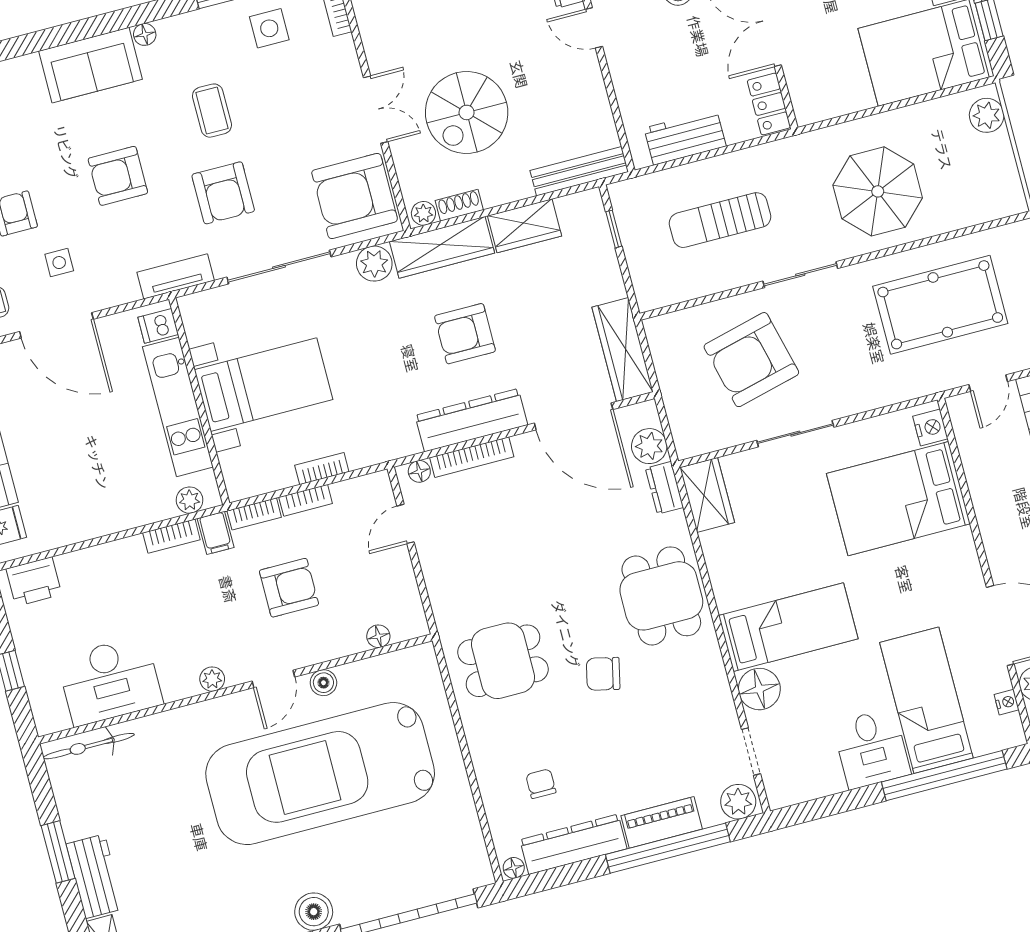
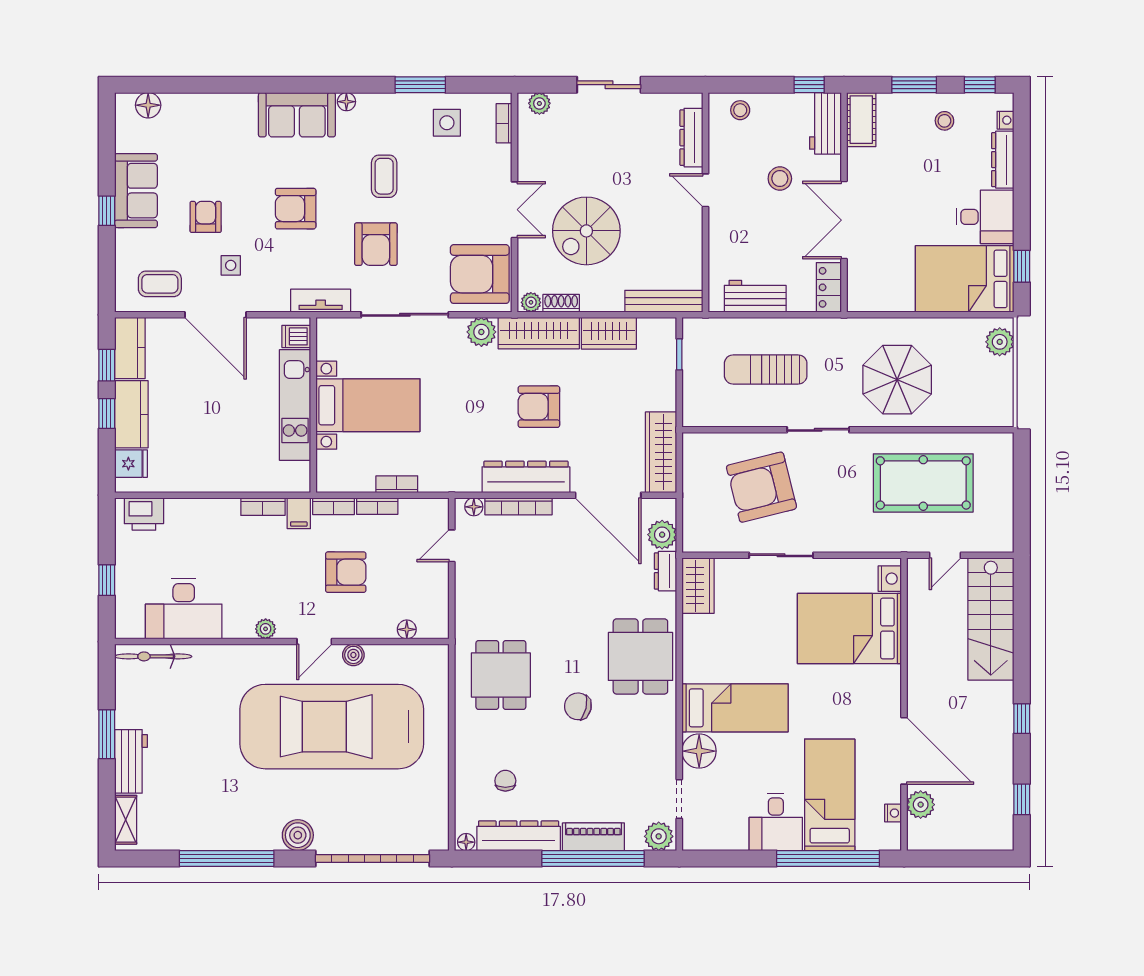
plant: (190, 500) -> (285, 482), removed
dining table: (503, 661) -> (501, 675), turned 90

